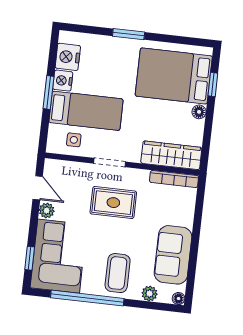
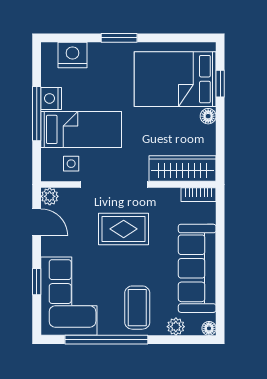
nightstand: (68, 57) -> (72, 55), moved, turned 90
window: (49, 92) -> (37, 114), width x1.44
doorway: (110, 163) -> (114, 185), width x1.88
bookcase: (174, 179) -> (198, 195), width x0.64
plant: (47, 210) -> (50, 196), moved
sofa: (173, 255) -> (197, 268), width x1.36
window: (30, 258) -> (37, 282), moved

